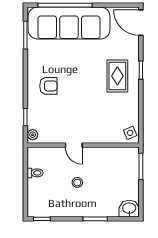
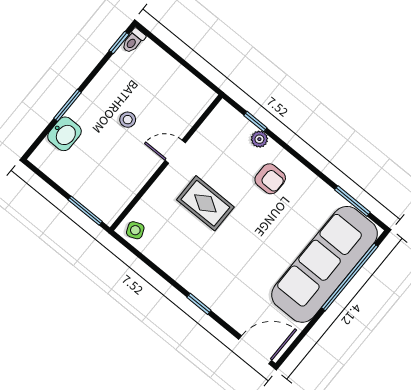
rug: (117, 76) -> (205, 203), moved
armchair: (48, 86) -> (270, 179), turned -90
plant: (33, 135) -> (259, 139), moved
toilet: (35, 173) -> (133, 41), moved
washbasin: (129, 209) -> (64, 134), moved

